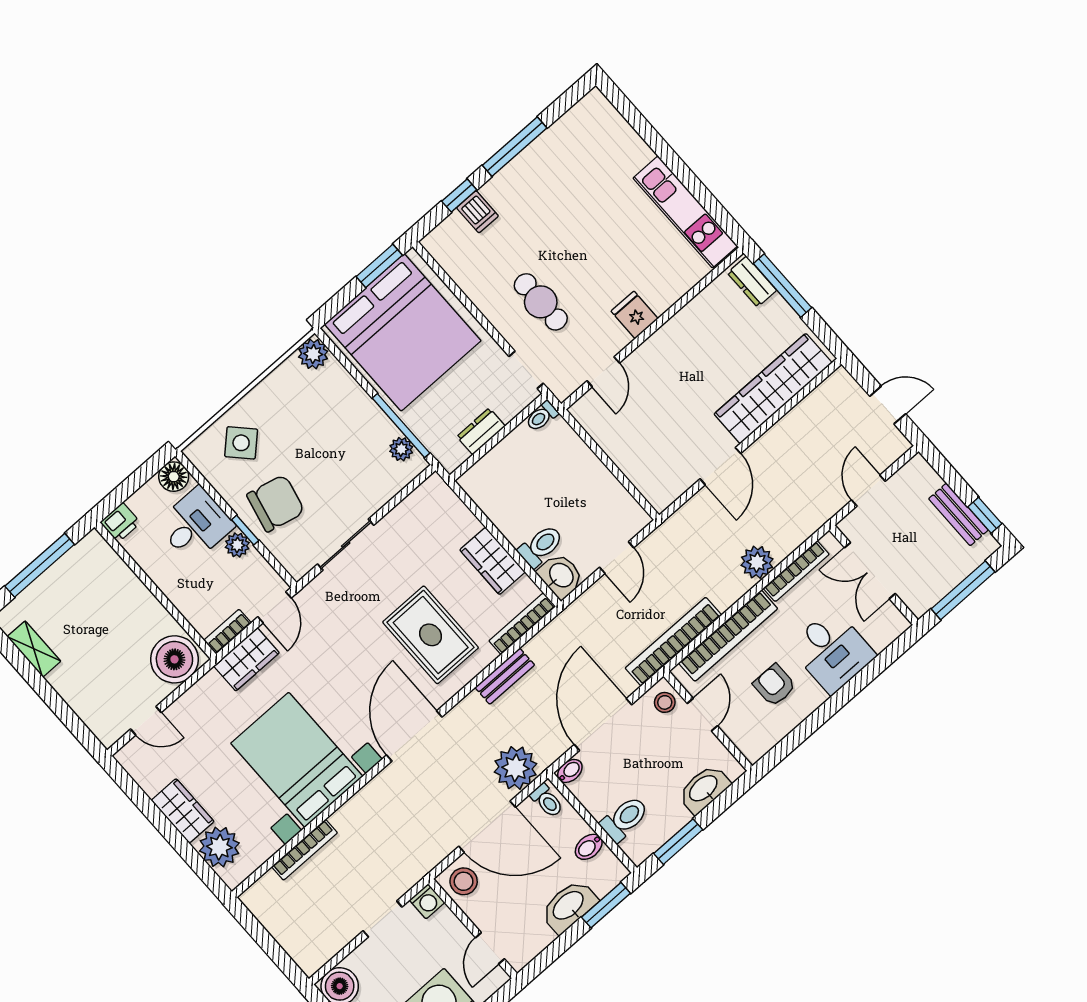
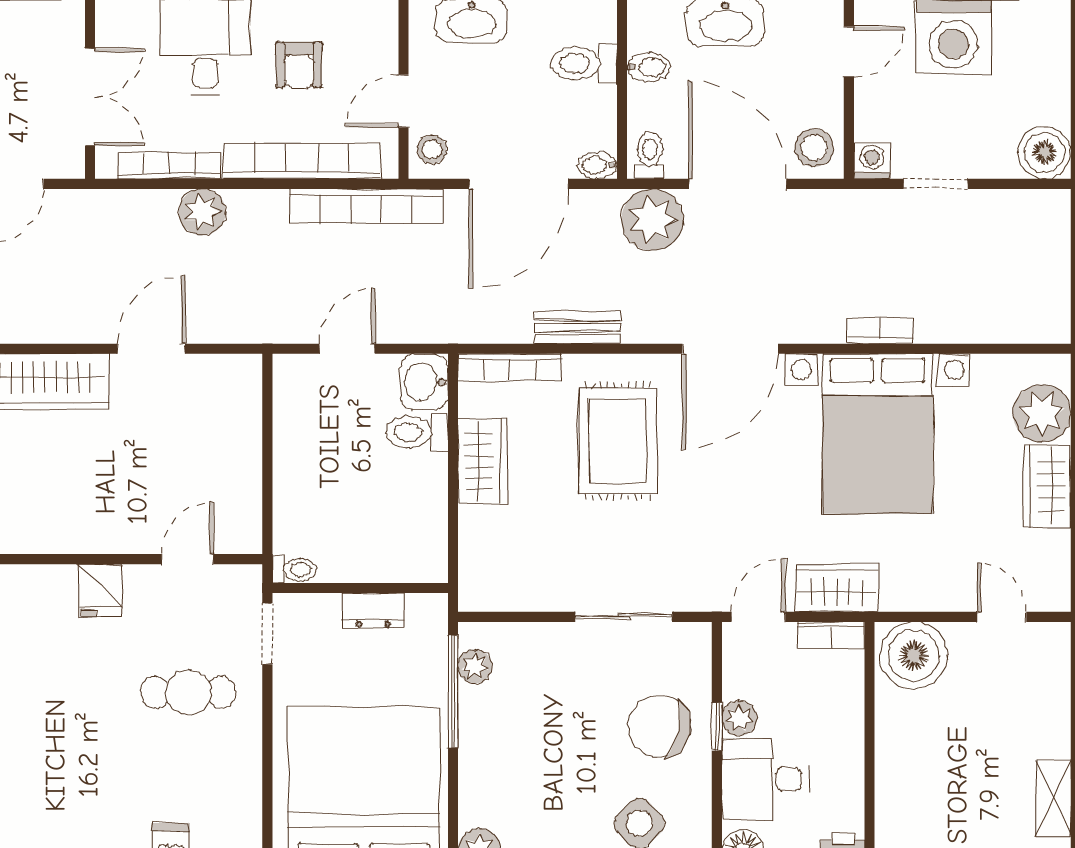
cafe table: (541, 302) -> (188, 692), turned 90
bookcase: (304, 850) -> (880, 331), moved, width x0.64

